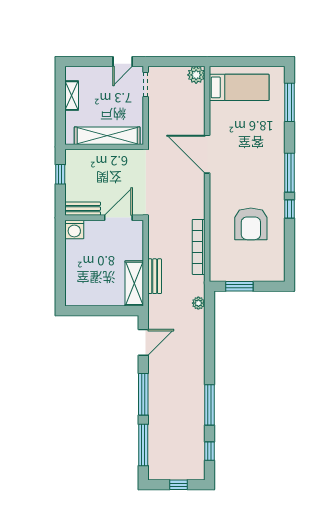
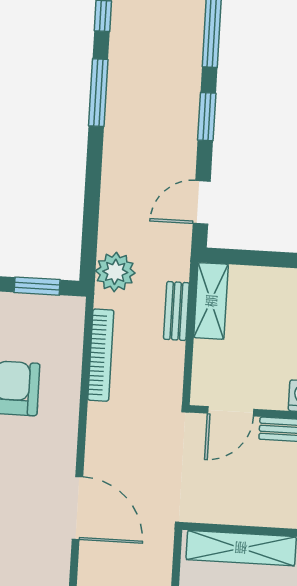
plant: (198, 303) -> (115, 272), width x1.87, depth x1.87
window: (143, 394) -> (207, 117), width x0.69

